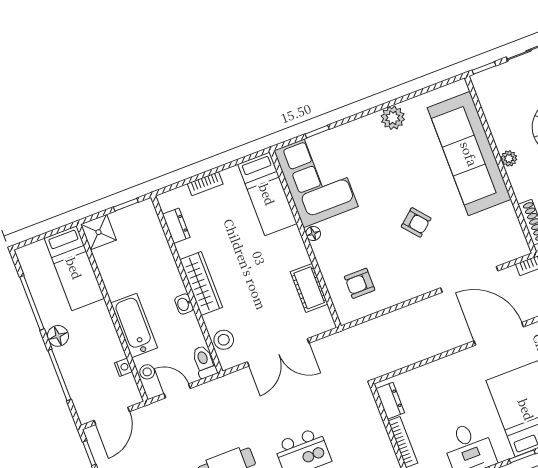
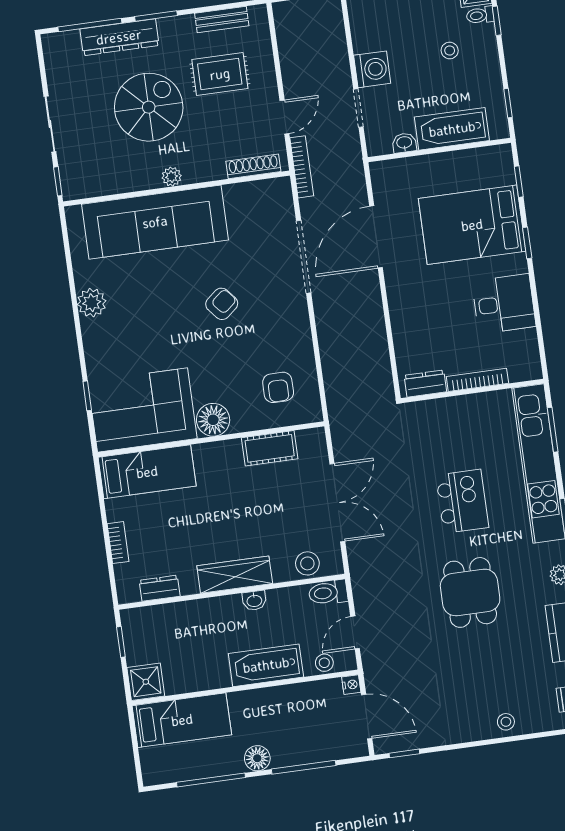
floor lamp: (313, 233) -> (213, 420), width x1.89, depth x1.89
nightstand: (123, 367) -> (351, 685), moved, turned 90

